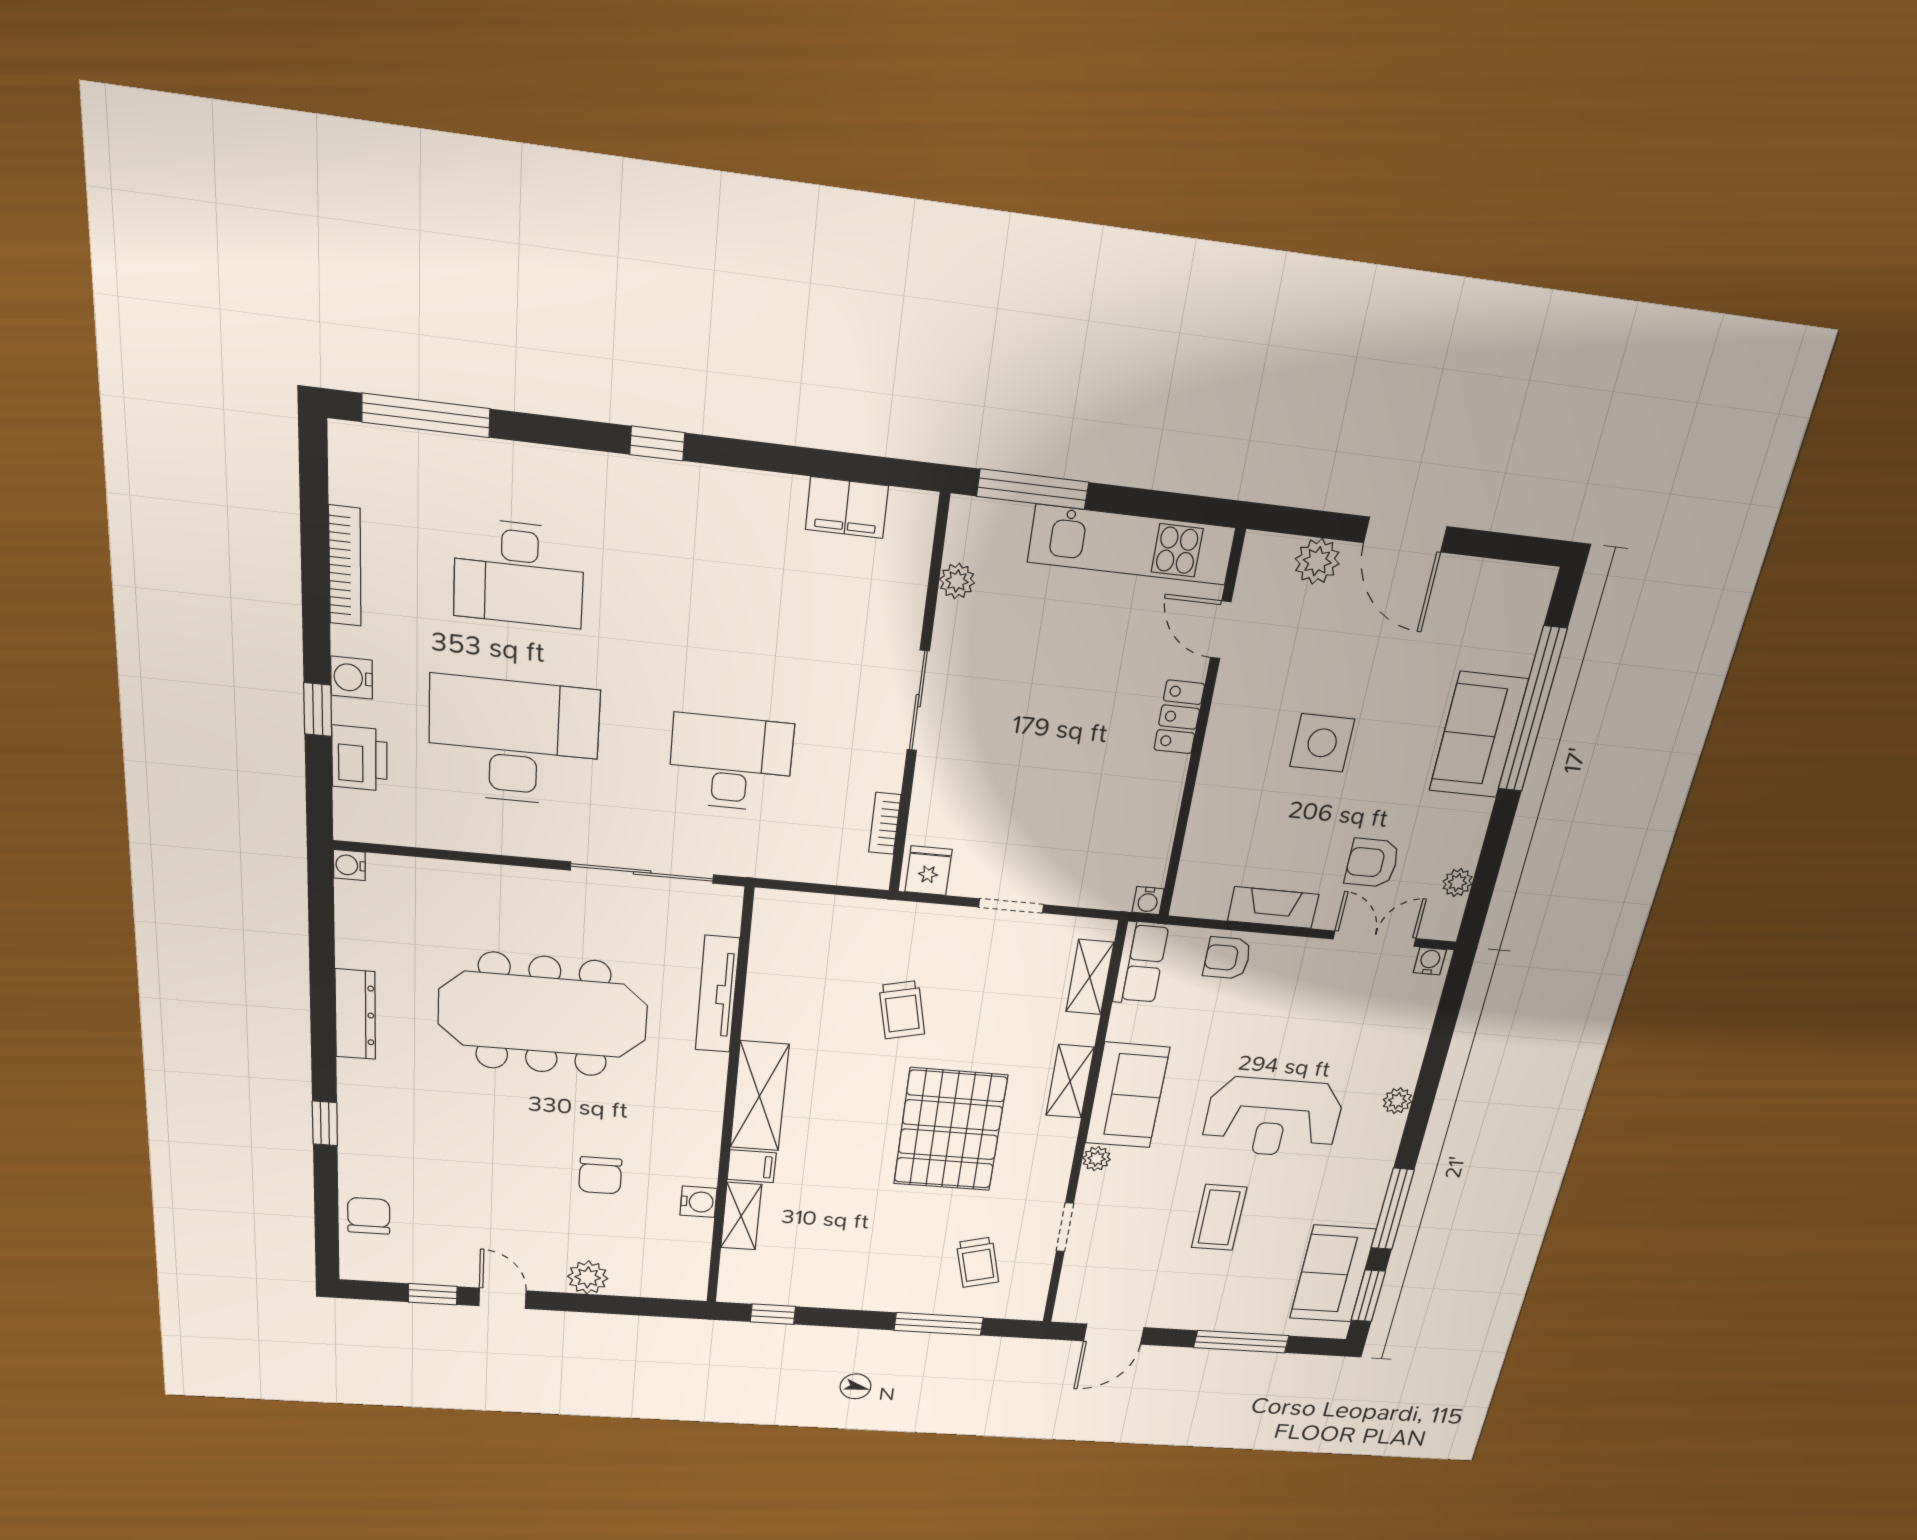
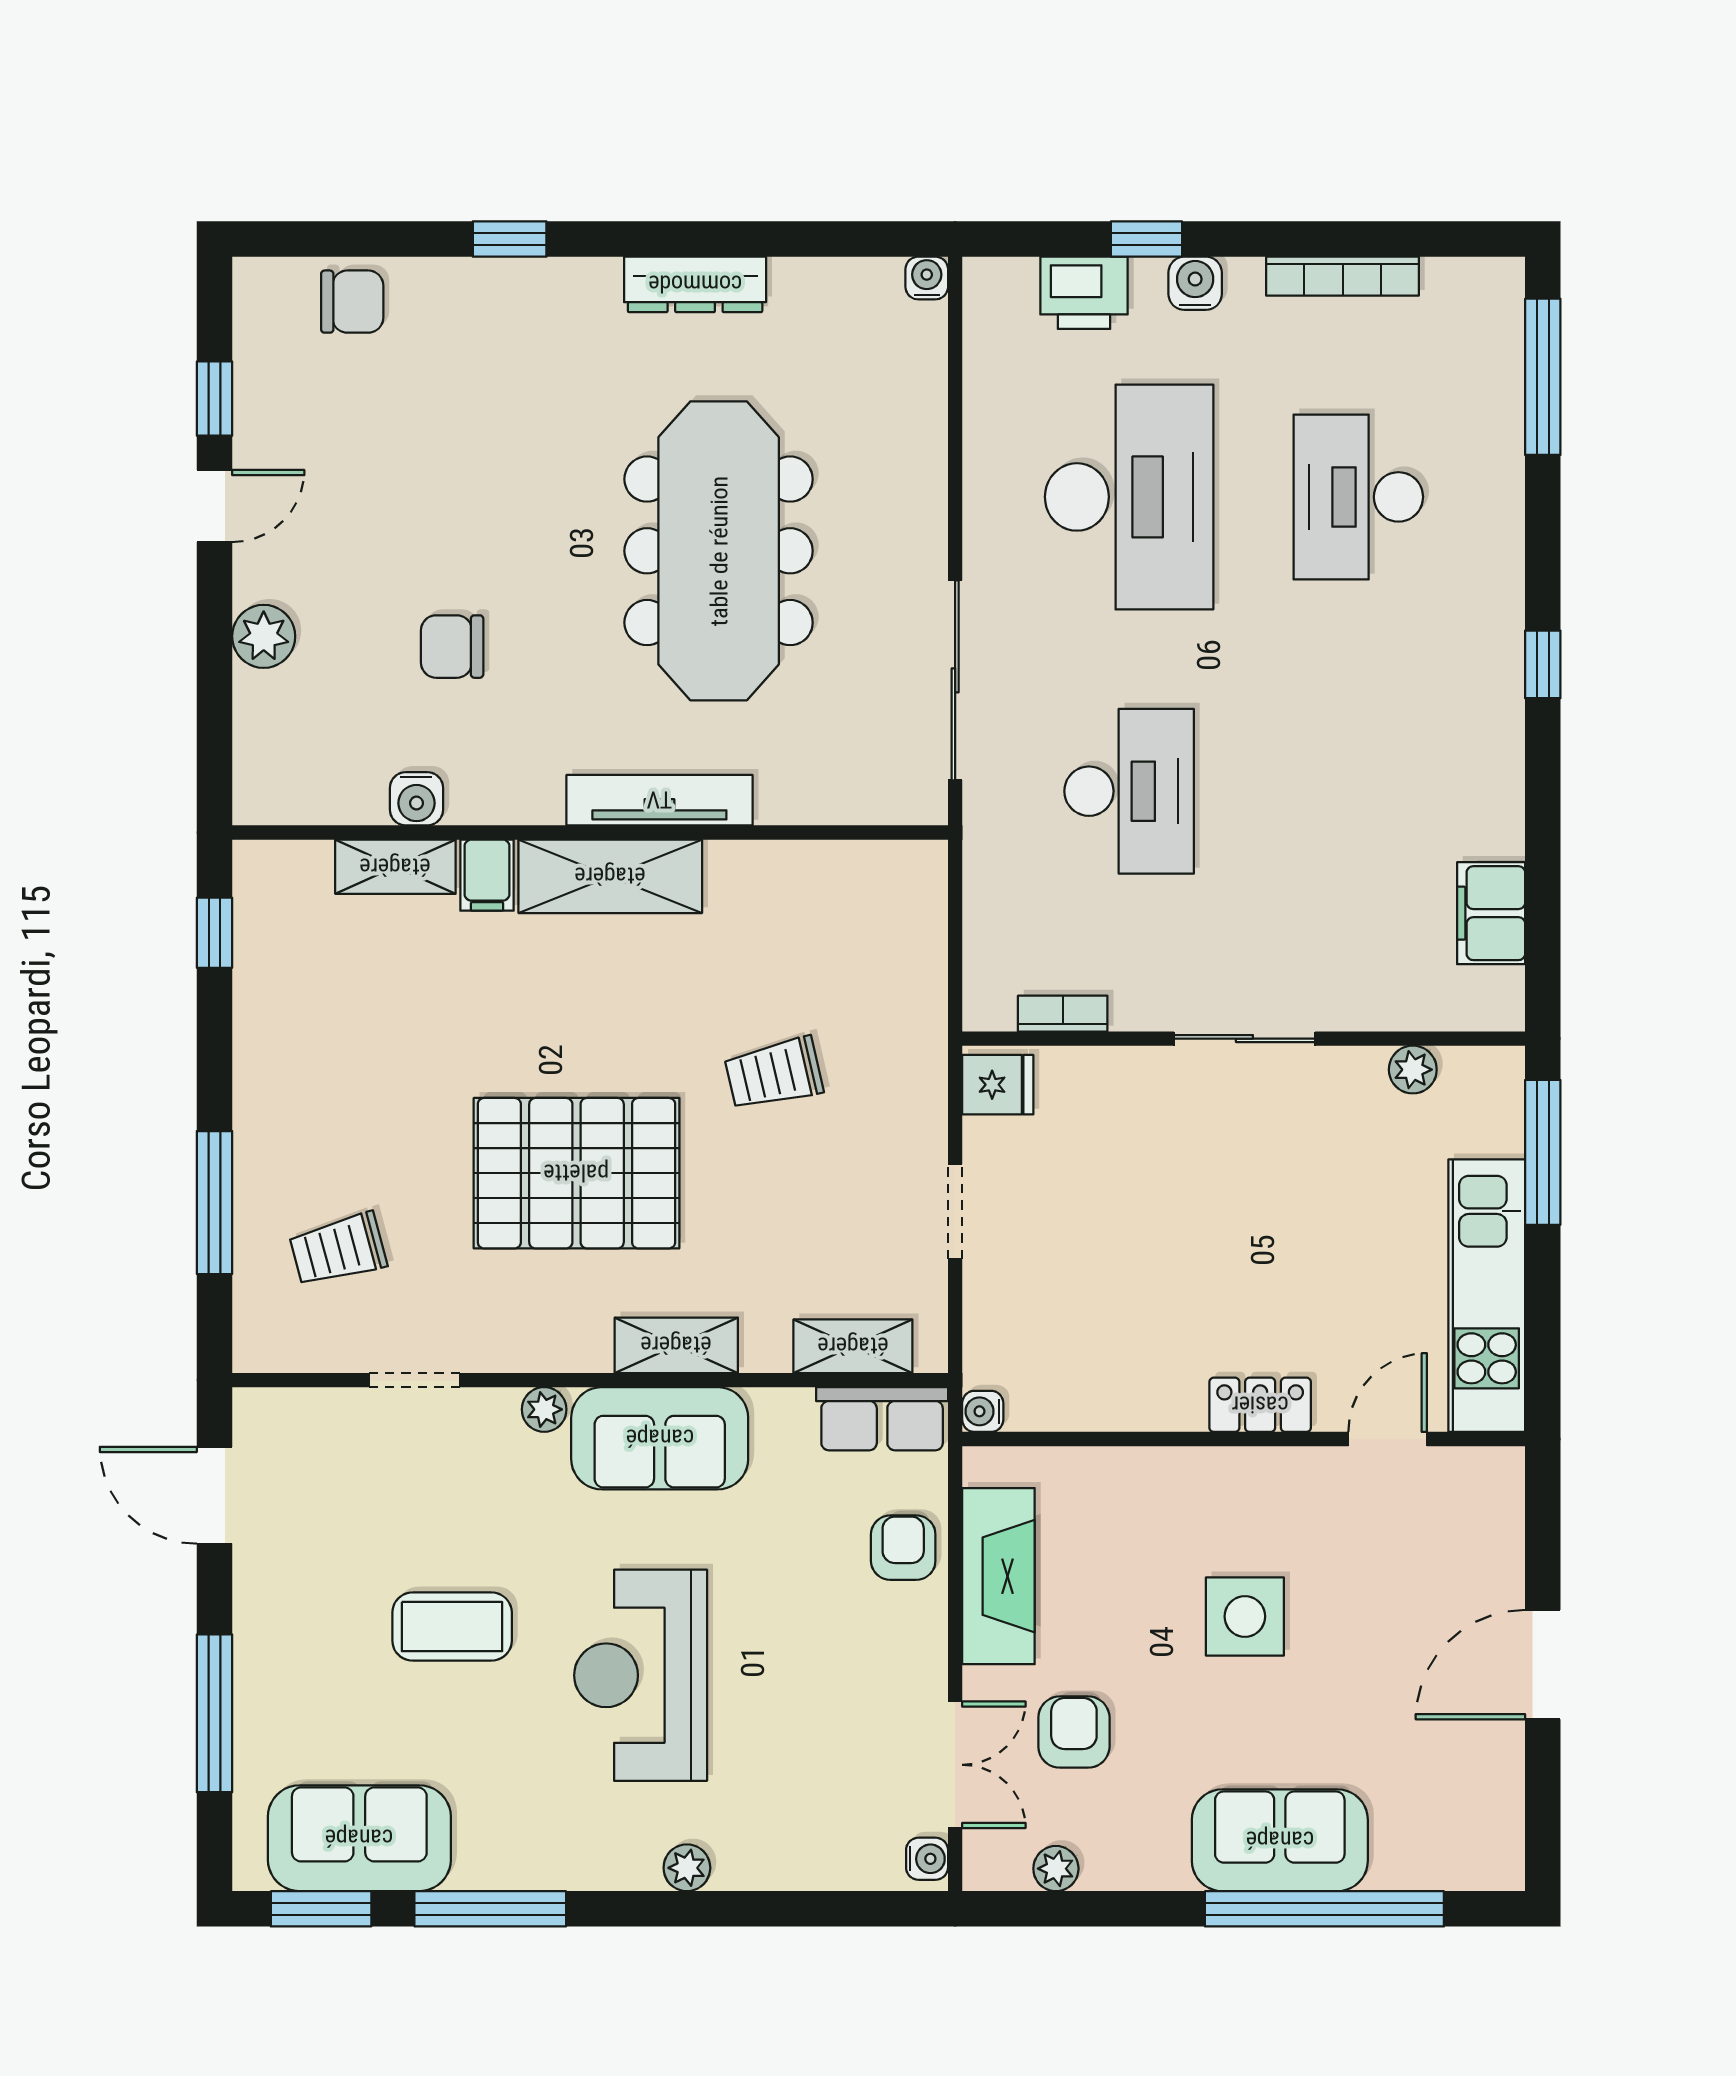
plant: (1317, 561) -> (1494, 1552), removed
fireplace: (1273, 908) -> (998, 1576), width x1.37, depth x1.32
tv unit: (717, 994) -> (659, 800), moved

